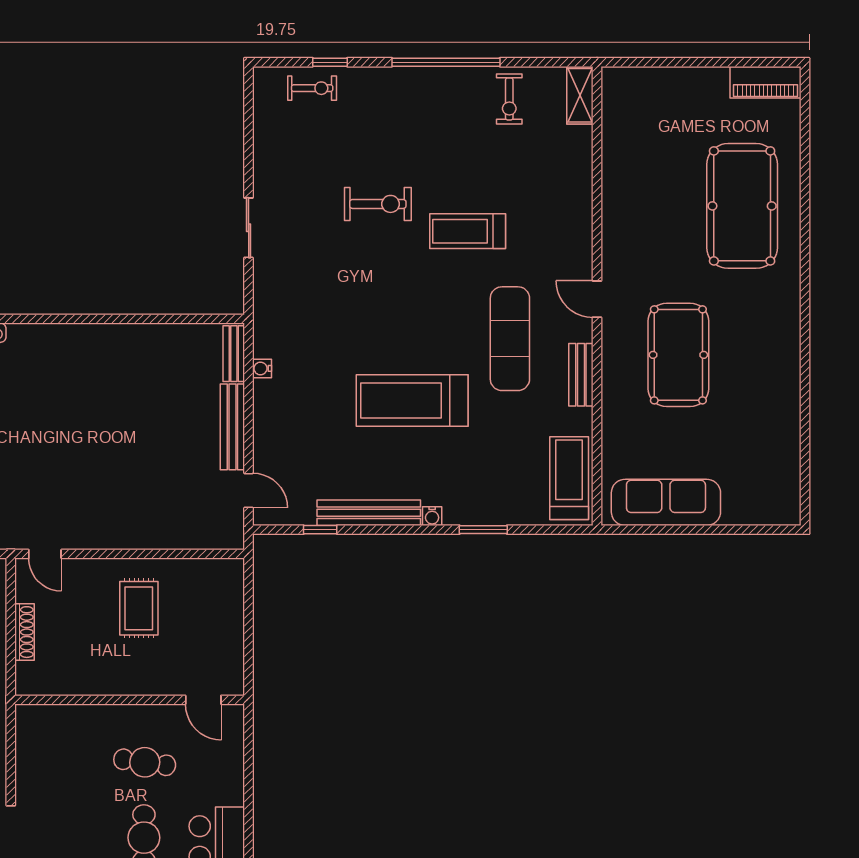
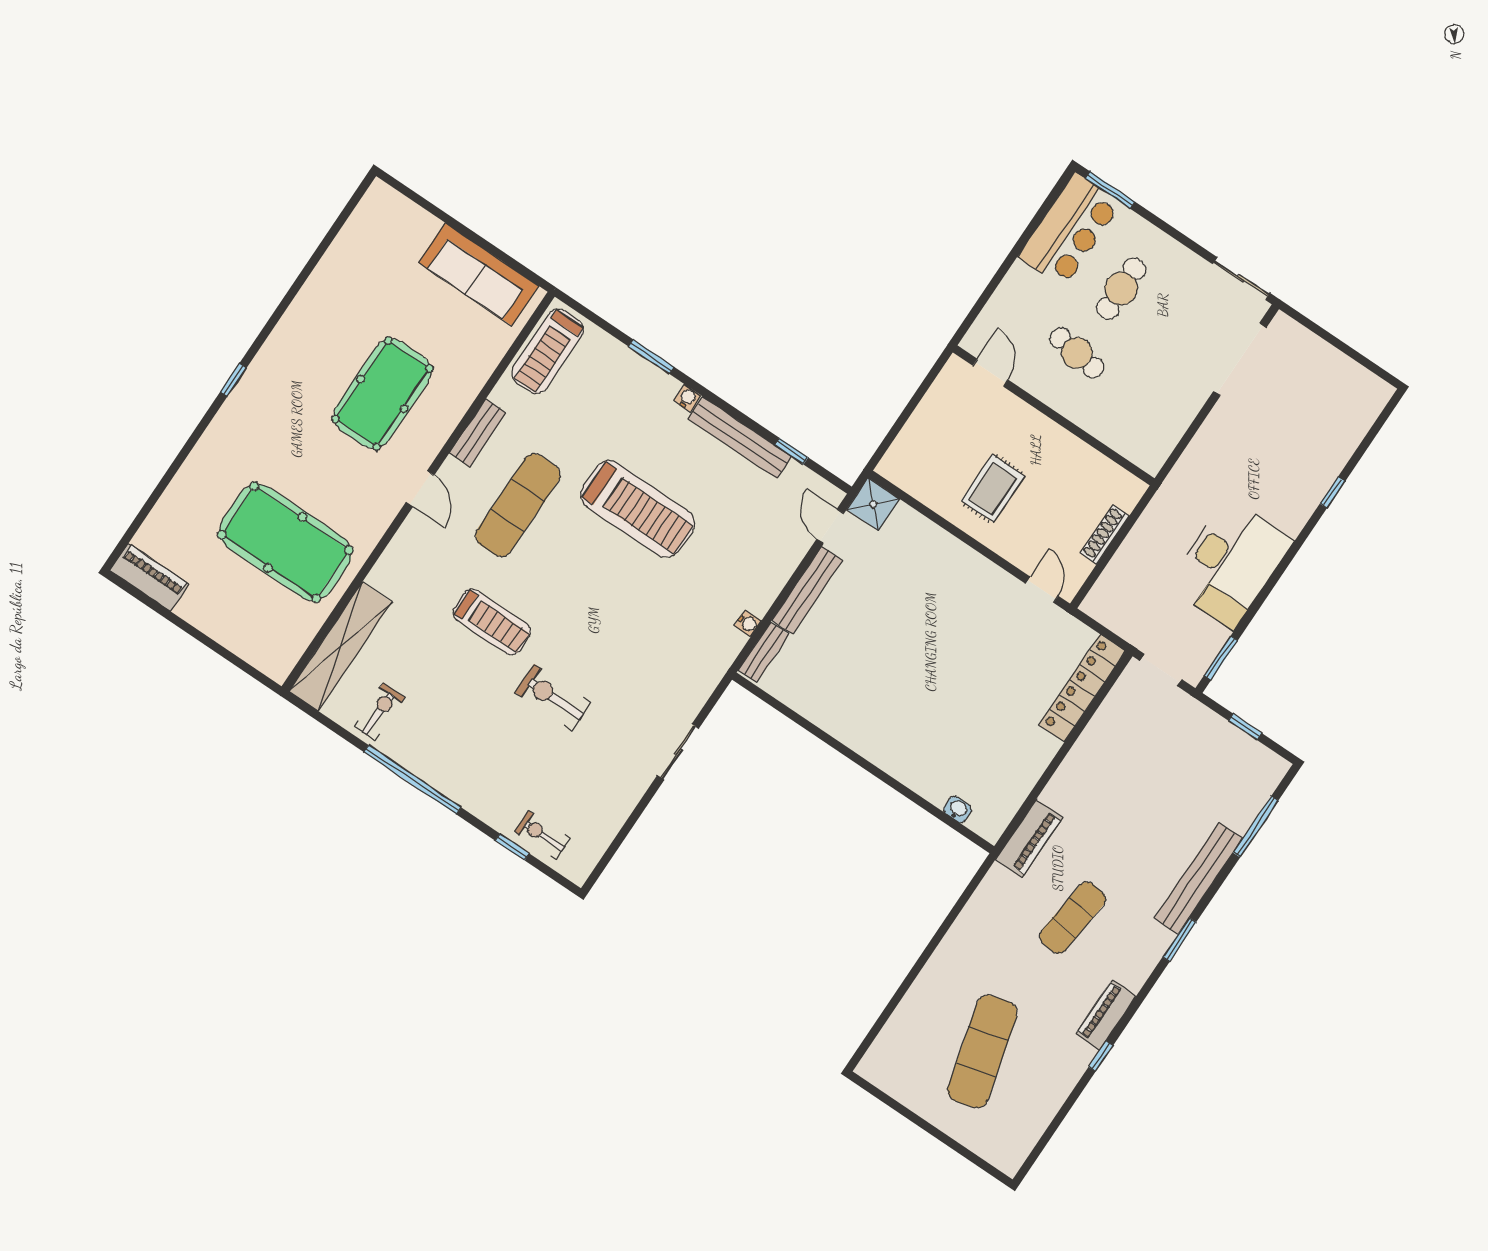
shelving: (580, 95) -> (340, 647), width x2.20, depth x1.33
pool table: (742, 206) -> (285, 542), moved, turned 90
window: (805, 286) -> (233, 380), added
shower: (226, 531) -> (873, 504), added

